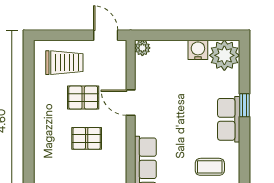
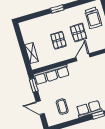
window: (29, 124) -> (57, 9), added

